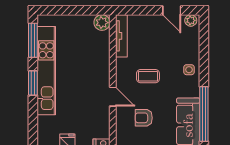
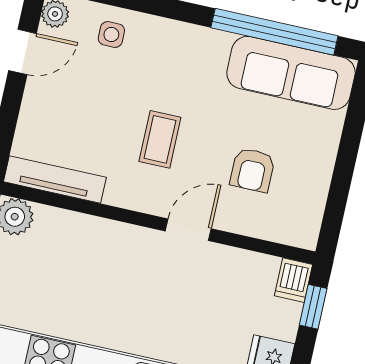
side table: (189, 70) -> (111, 34), moved

